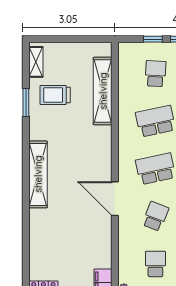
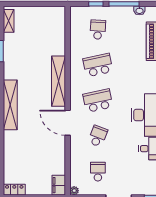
shelving: (103, 91) -> (58, 81), moved
trolley: (55, 95) -> (23, 46), removed

